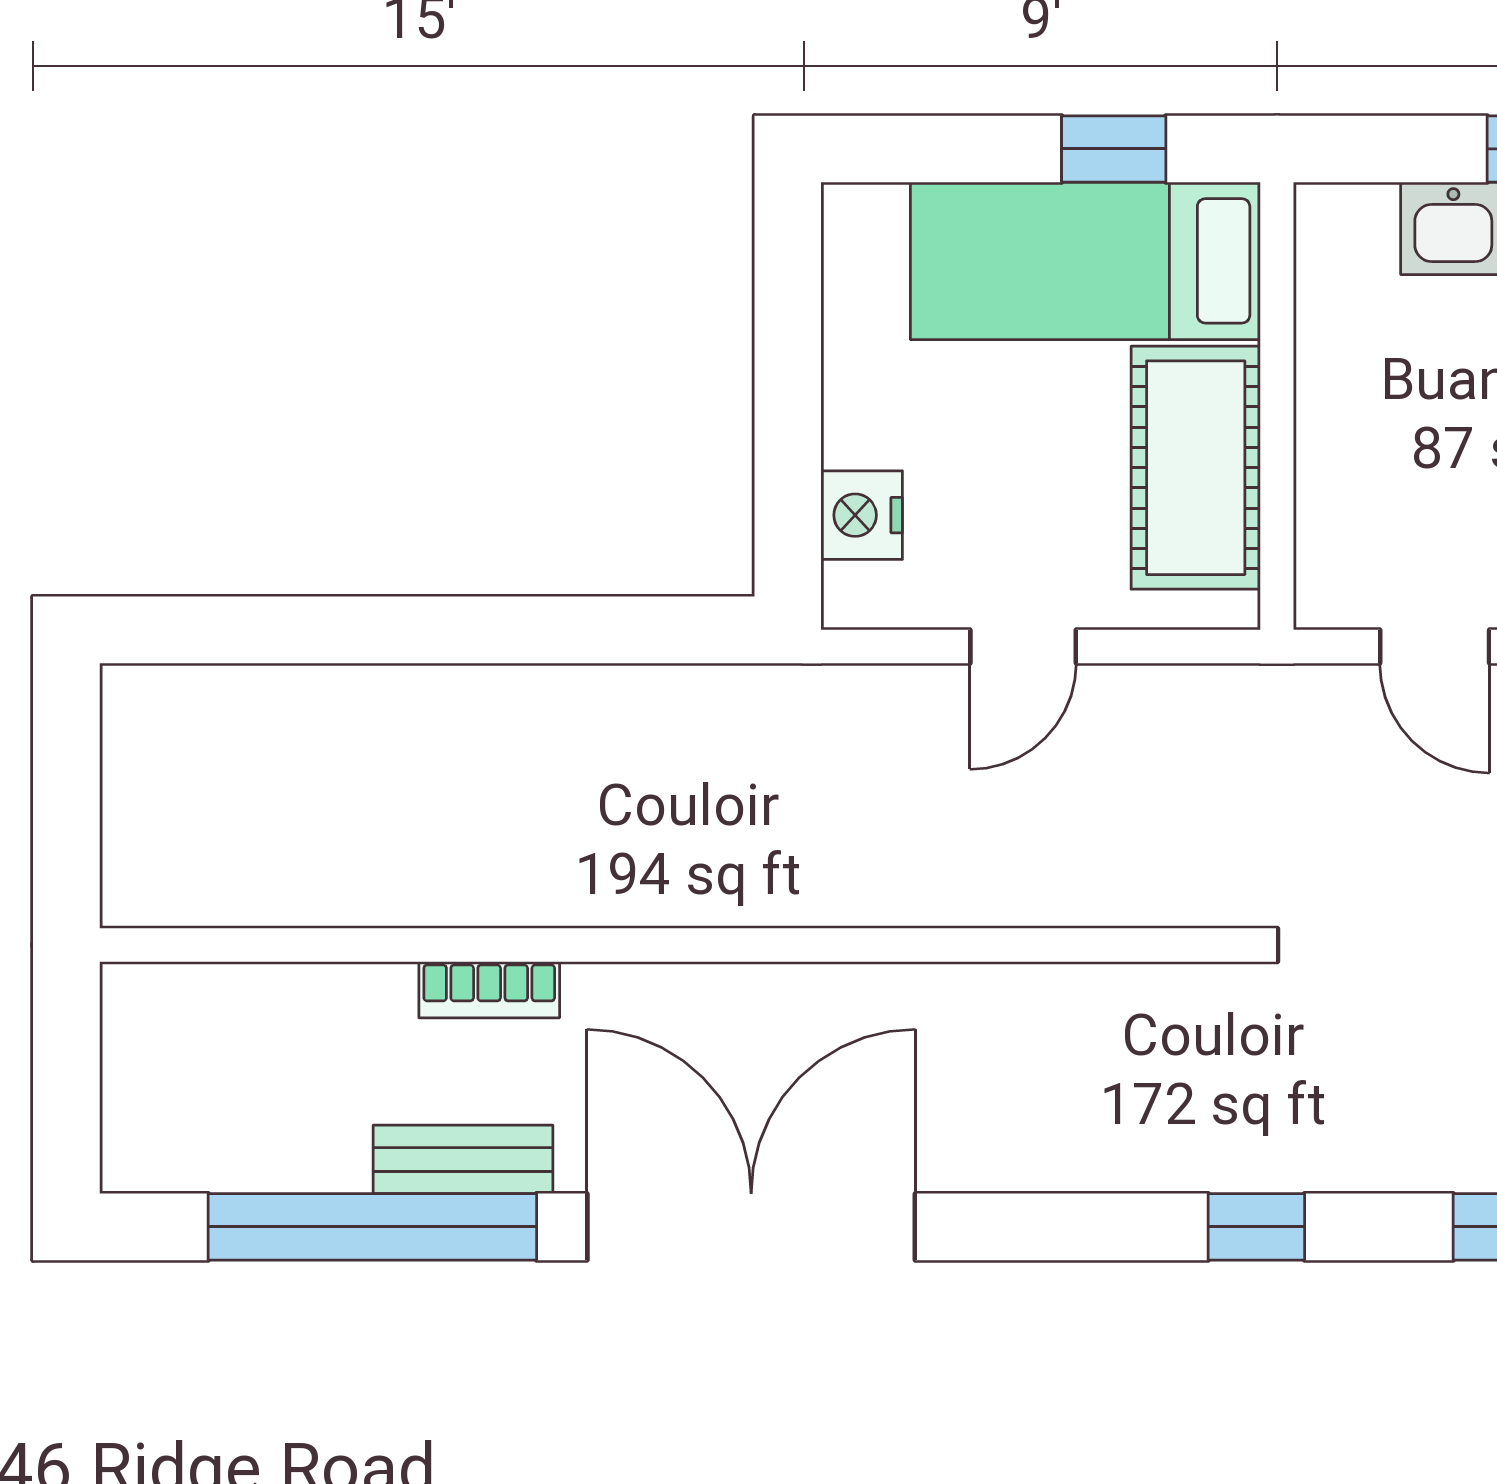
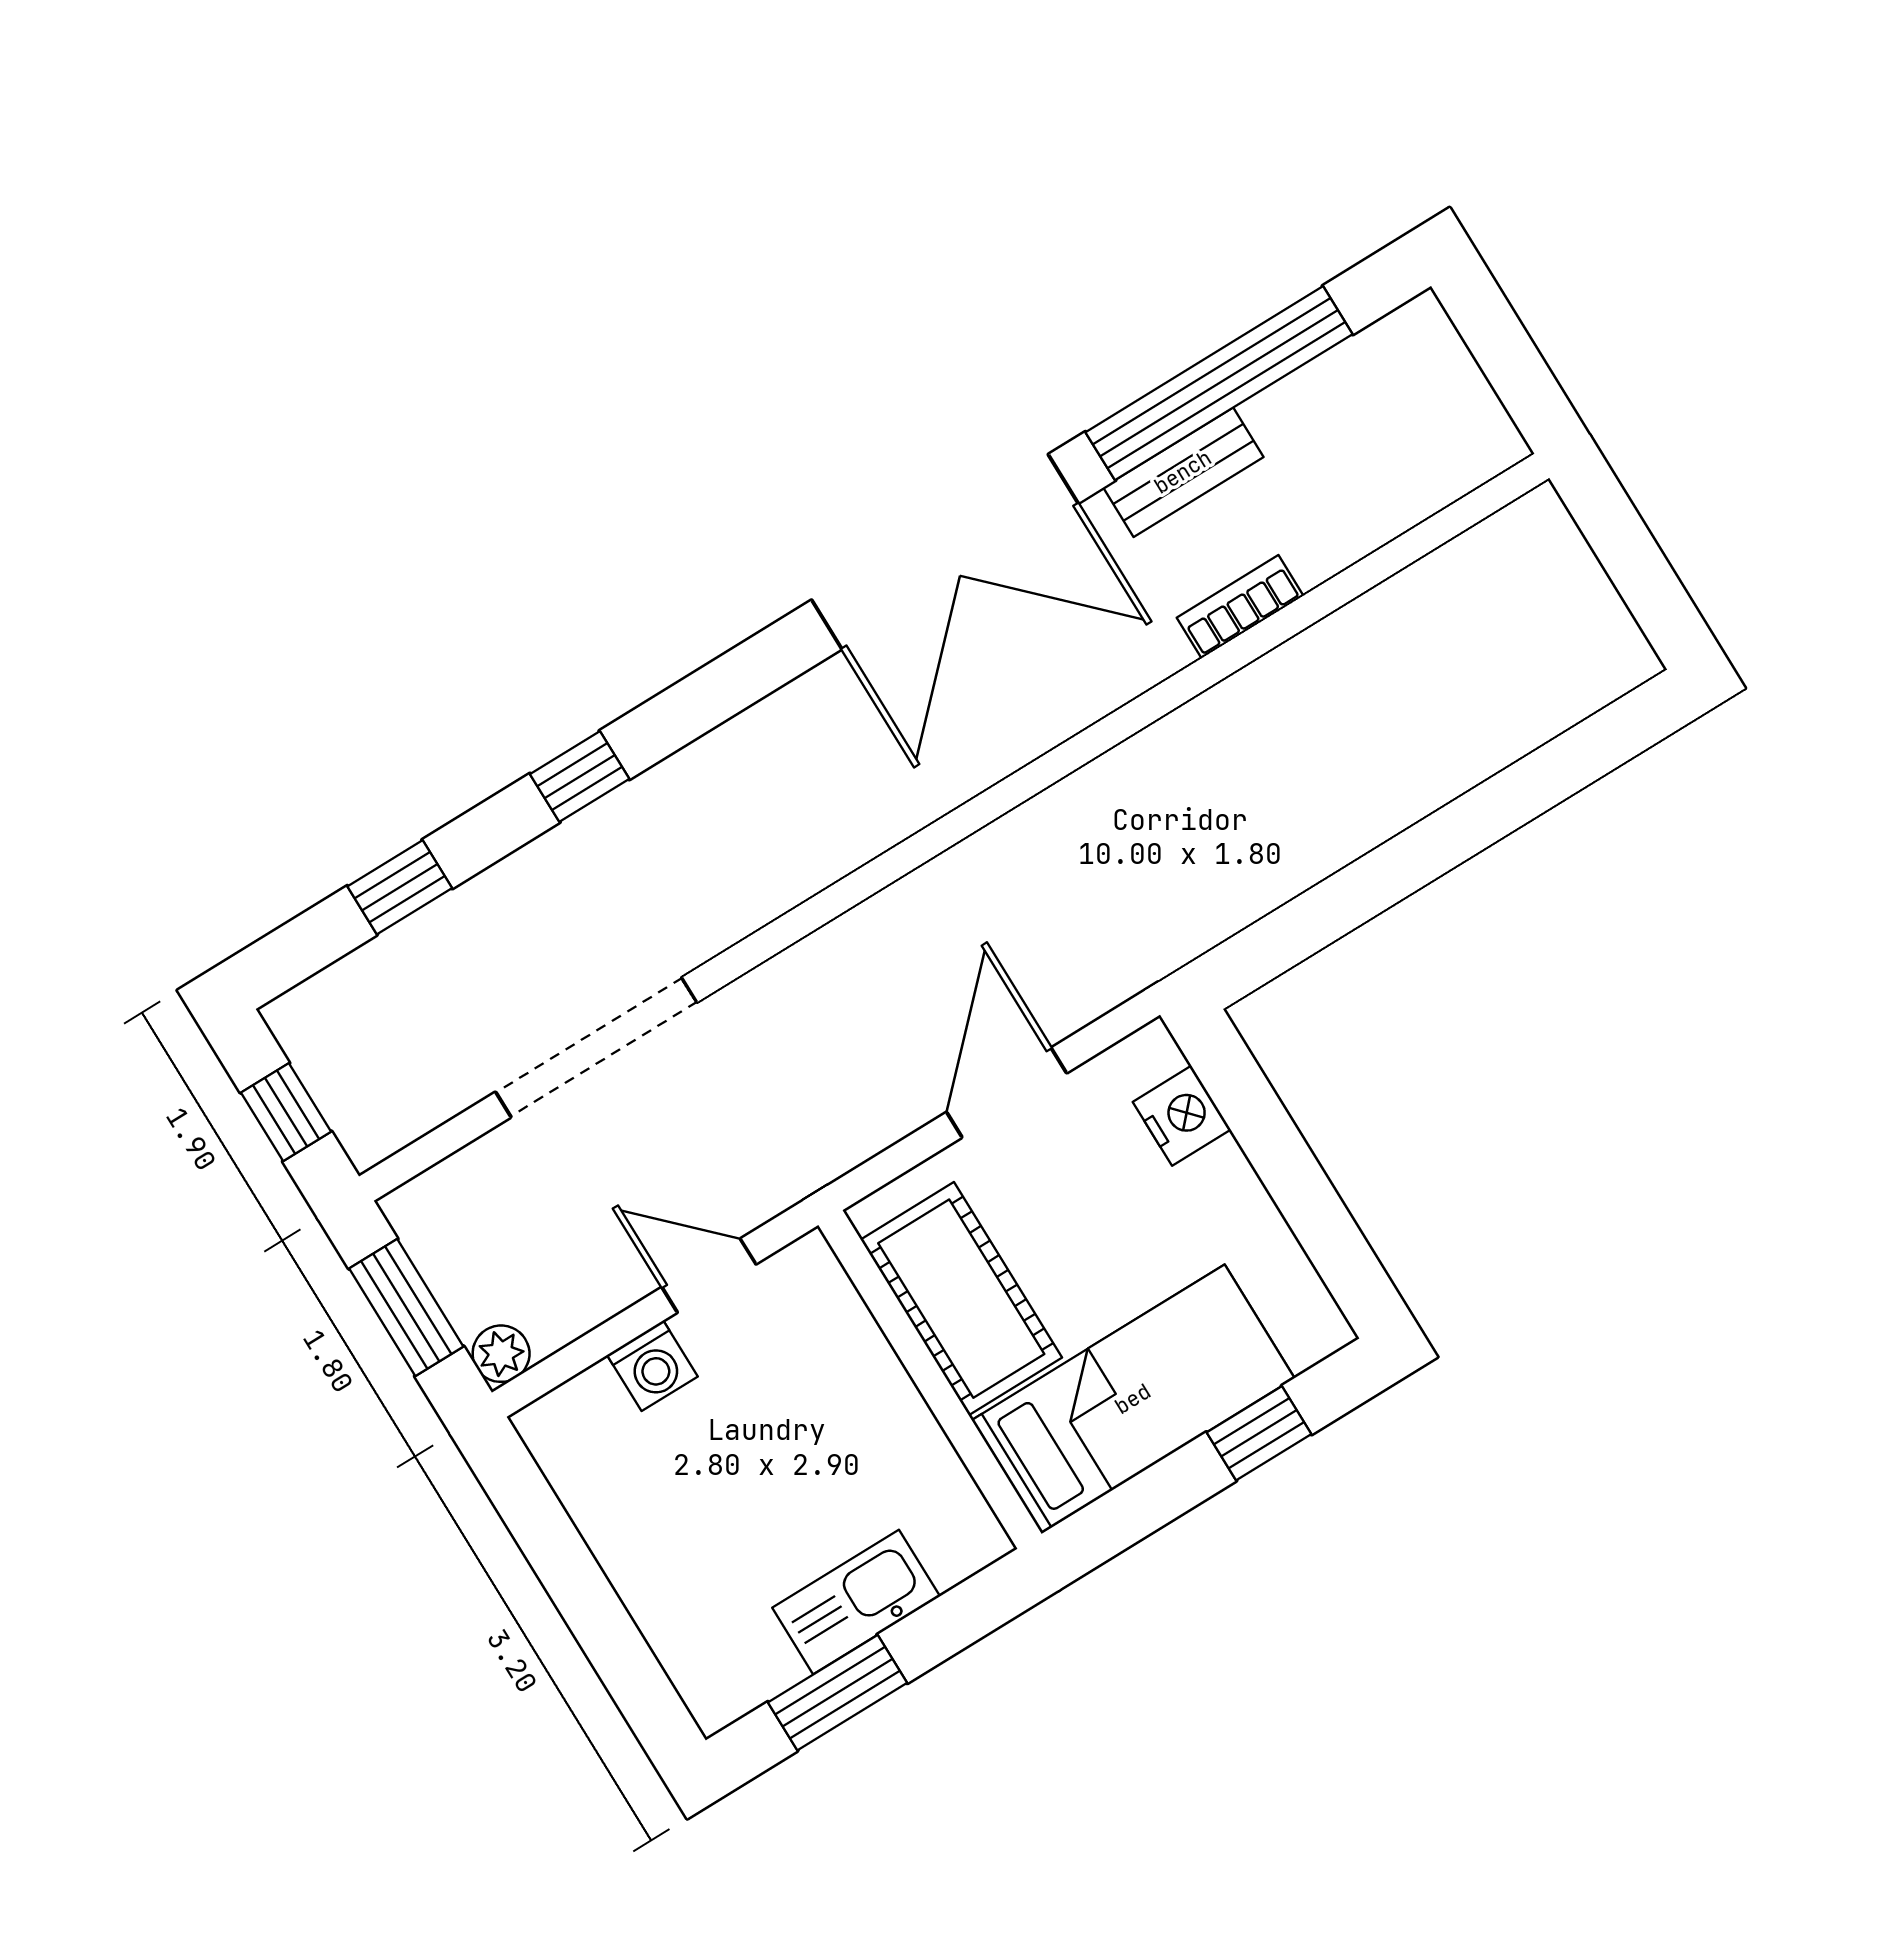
window: (1114, 149) -> (1259, 1433), moved
door: (1023, 646) -> (1007, 1093), width x1.38

